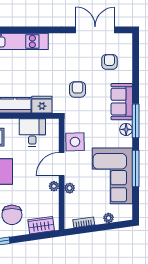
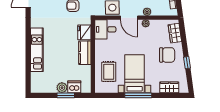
desk: (32, 133) -> (105, 29), moved

